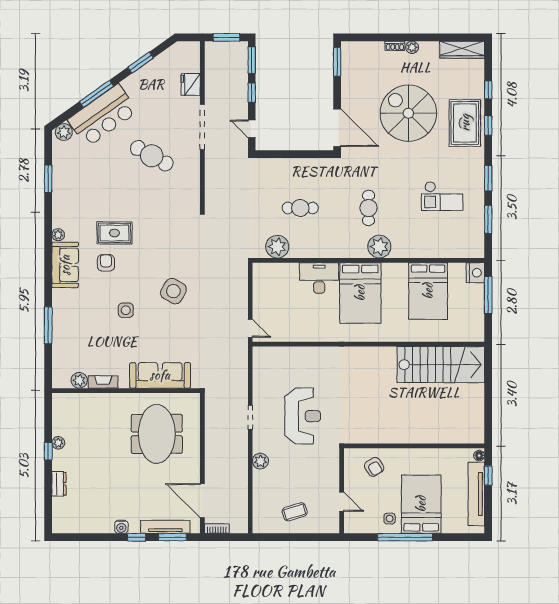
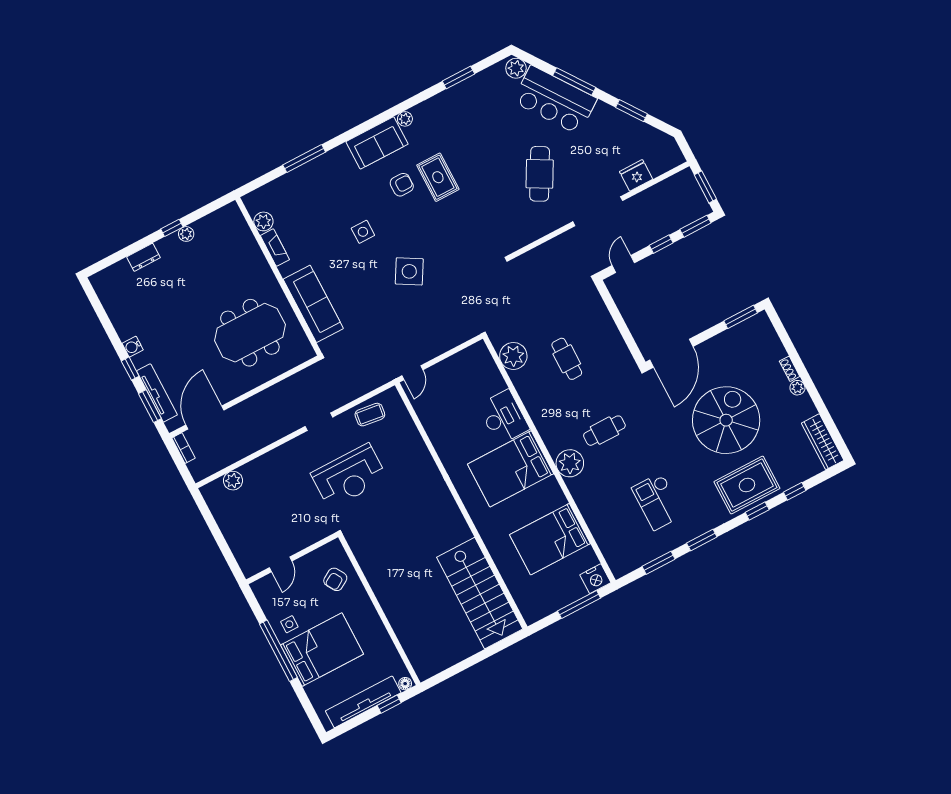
plant: (260, 461) -> (233, 481), moved
coffee table: (295, 512) -> (370, 415), moved, turned -66

